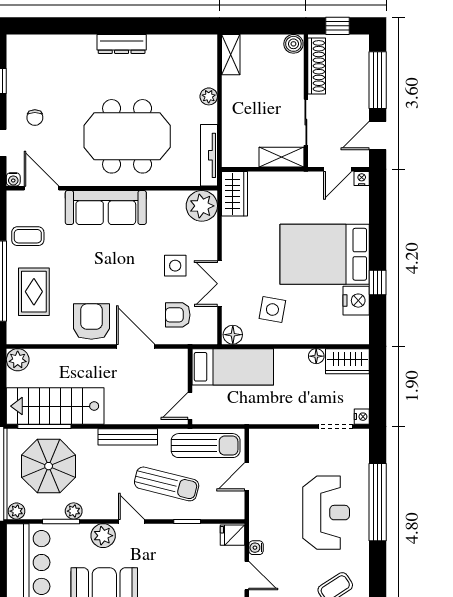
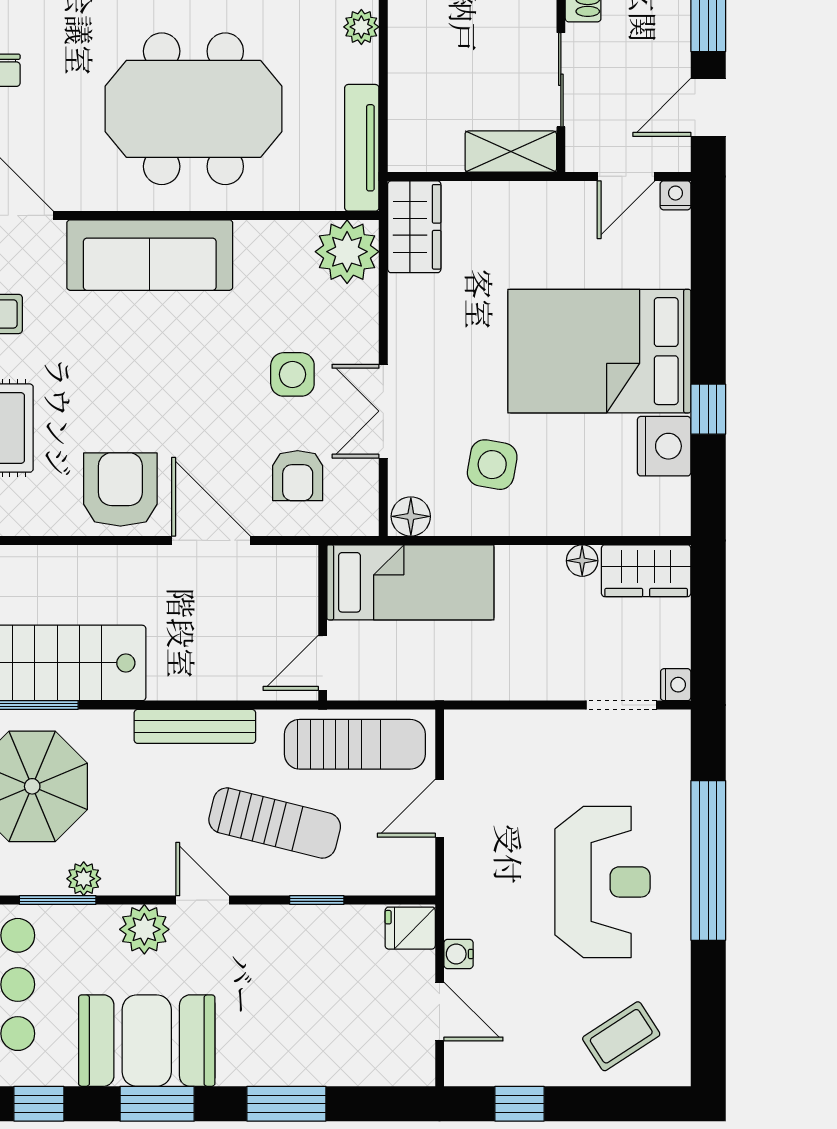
armchair: (178, 315) -> (298, 476), turned -90

